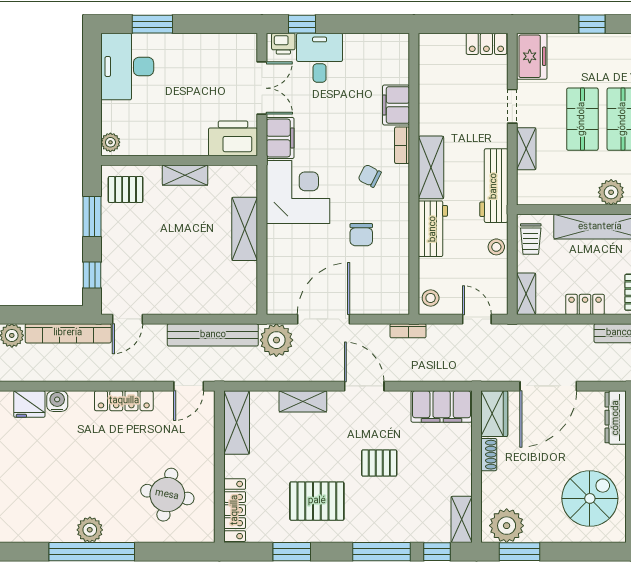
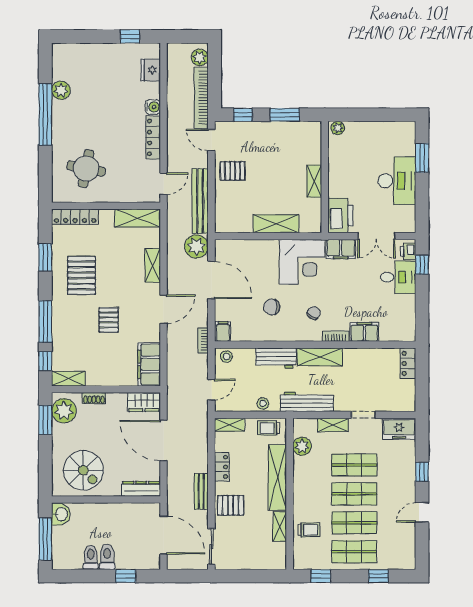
locker: (486, 44) -> (408, 363), moved
desk: (127, 67) -> (397, 181), moved, turned 90
pallet: (126, 189) -> (233, 171), moved, turned 90
plant: (611, 192) -> (302, 446), moved
filing cabinet: (395, 303) -> (223, 331), added
door: (189, 386) -> (163, 184), swing flipped
water cooler: (57, 401) -> (153, 107), moved
shoe rack: (489, 455) -> (94, 398), moved
plant: (90, 530) -> (61, 90), moved

